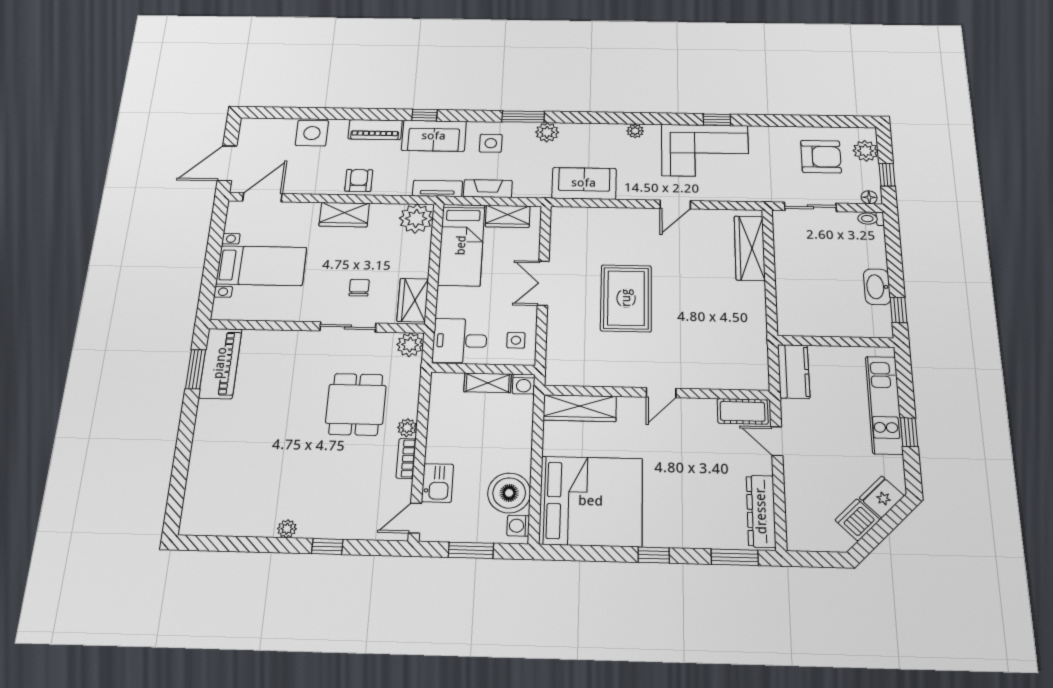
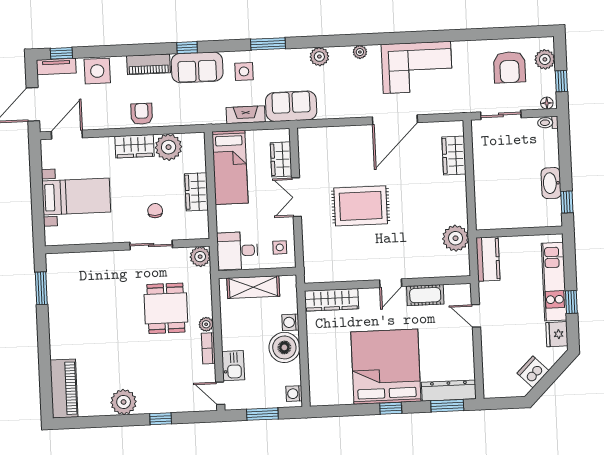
window: (717, 120) -> (61, 53), moved
plant: (547, 132) -> (319, 57), moved
armchair: (821, 157) -> (509, 67), turned 90
sofa: (584, 183) -> (291, 106), moved
tv unit: (438, 188) -> (56, 66), moved, turned 180
door: (675, 205) -> (395, 120), width x1.87
wardrobe: (508, 216) -> (281, 159), moved, turned 90
plant: (416, 219) -> (169, 147), moved
wardrobe: (750, 248) -> (454, 155), width x0.67
rug: (626, 298) -> (361, 206), turned 90
wardrobe: (413, 300) -> (196, 192), moved
plant: (750, 344) -> (456, 238), added
piano: (220, 363) -> (64, 388), moved
shelving: (488, 383) -> (253, 287), width x1.50, depth x1.33
washing machine: (524, 384) -> (290, 322), moved, turned 90
cot: (743, 411) -> (425, 295), moved
boiler: (509, 493) -> (284, 347), moved
fridge: (882, 497) -> (557, 334), moved, turned -45
bed: (591, 501) -> (386, 367), moved, turned -90
dresser: (761, 511) -> (449, 391), moved, turned 90
door: (415, 518) -> (220, 393), hinge flipped
plant: (287, 529) -> (124, 402), width x1.88, depth x1.88

